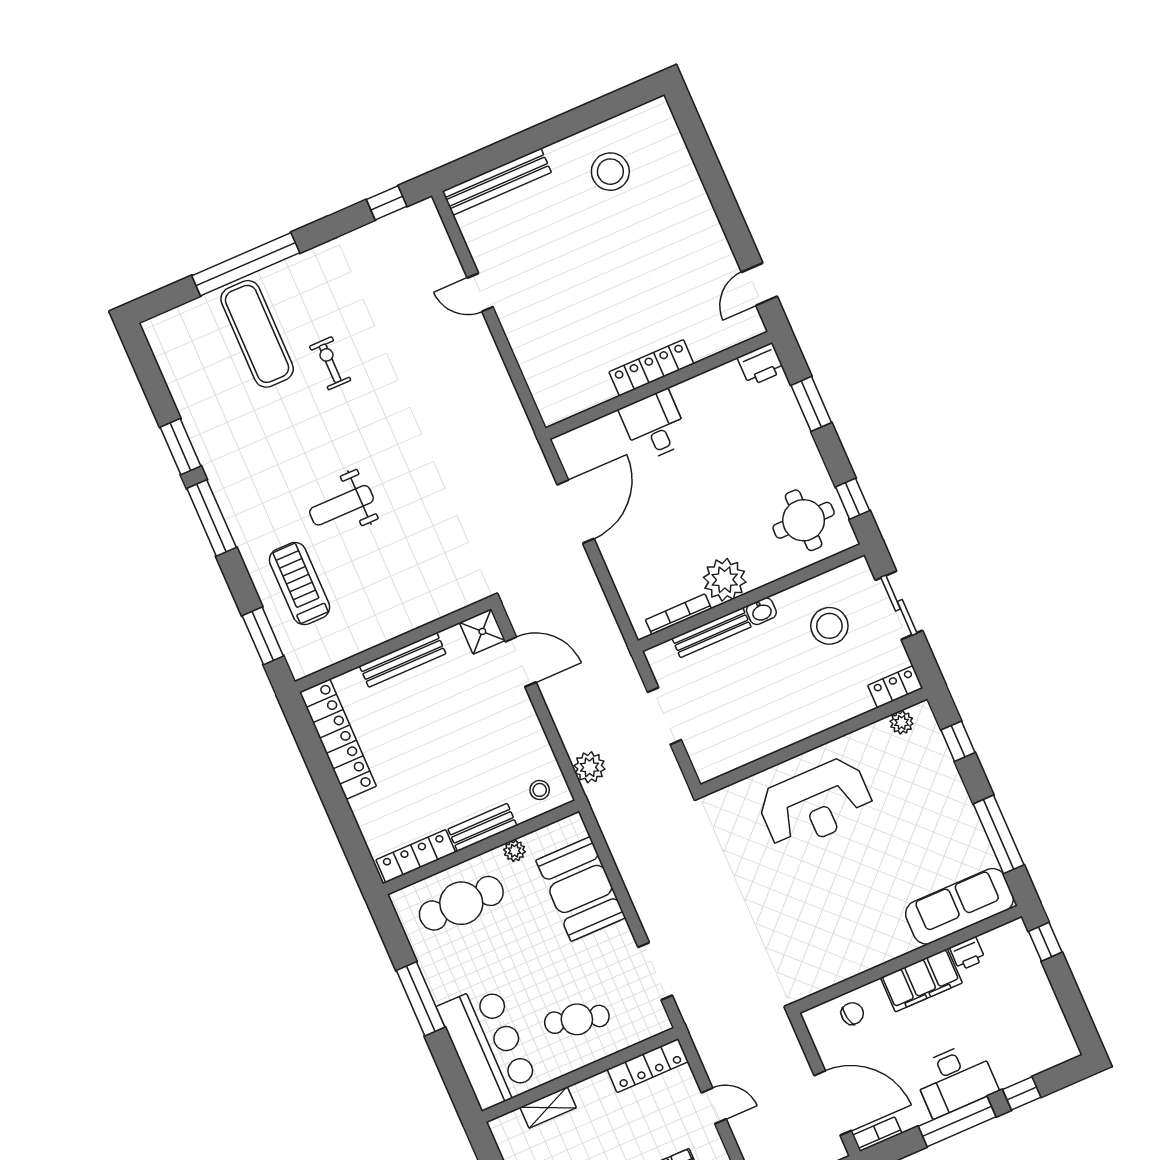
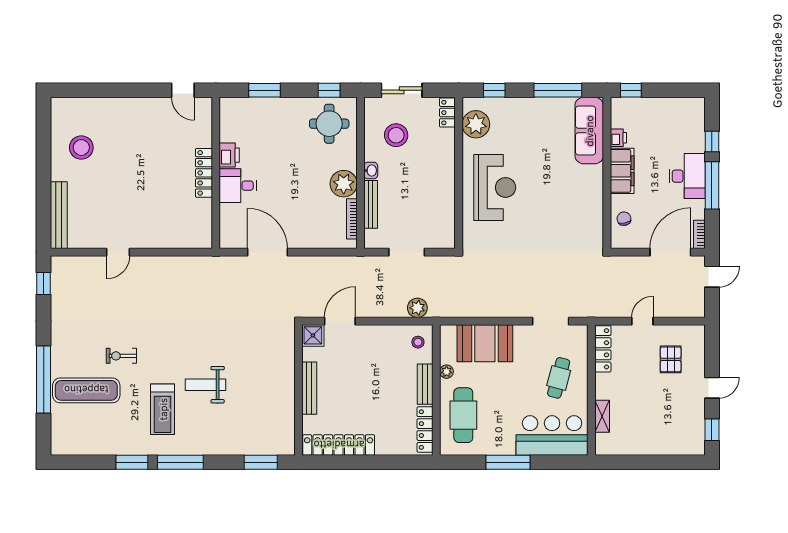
printer: (761, 364) -> (229, 155), moved
weight bench: (341, 505) -> (205, 385), turned 90
treadmill: (300, 584) -> (163, 409), moved, turned -90
plant: (902, 722) -> (476, 124), width x1.88, depth x1.88

